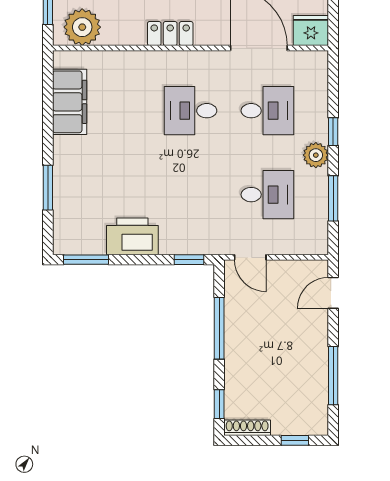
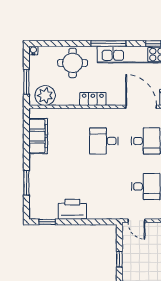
window: (86, 260) -> (47, 222), width x0.67
window: (189, 260) -> (103, 222), removed
window: (219, 328) -> (119, 259), width x0.46

